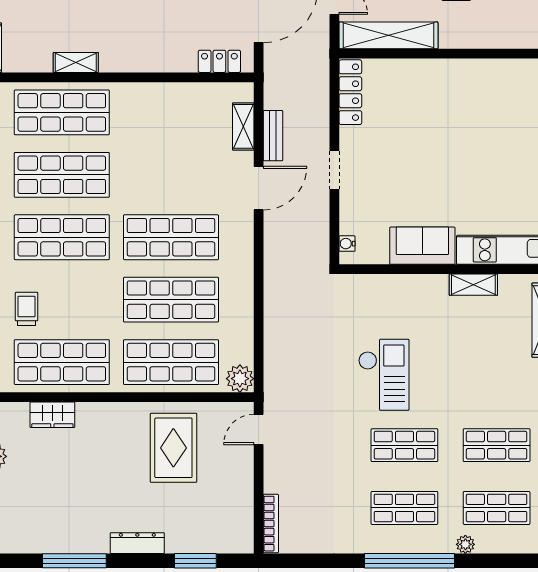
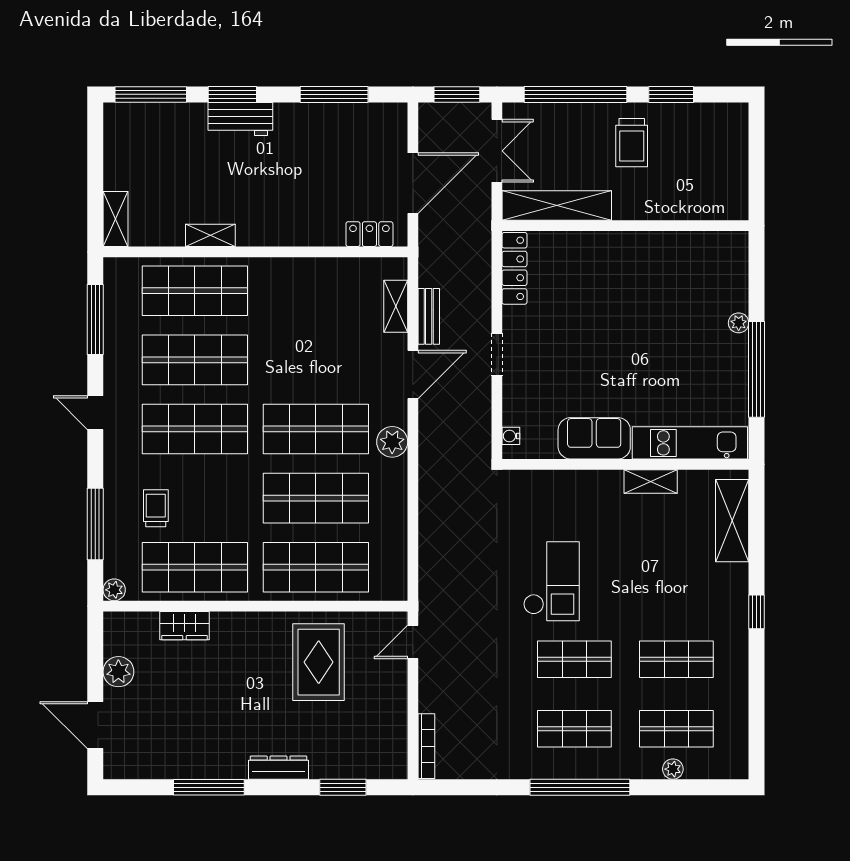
plant: (240, 379) -> (392, 442), moved
plant: (465, 544) -> (673, 769), moved

